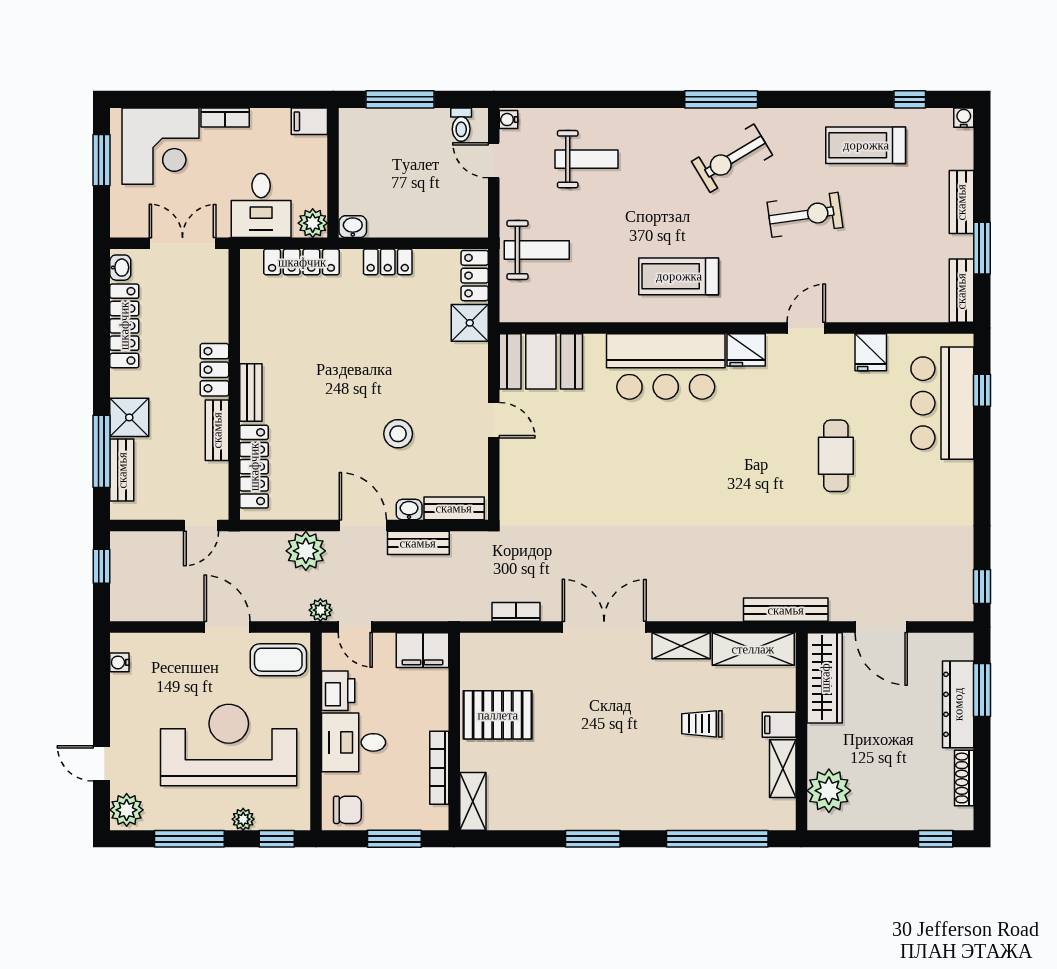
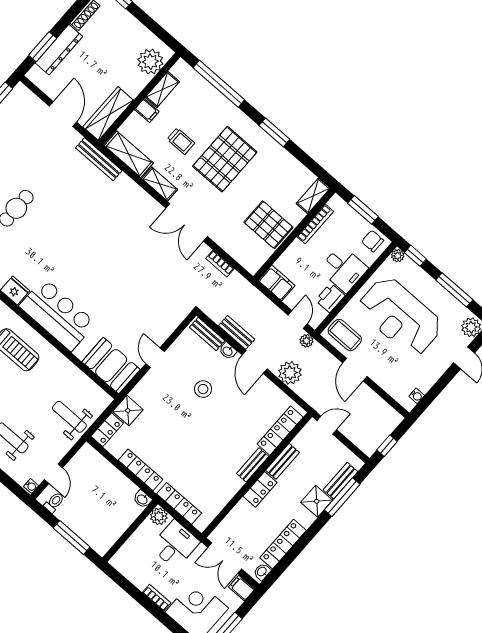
filing cabinet: (309, 121) -> (242, 588), moved, turned 180
locker: (388, 262) -> (141, 470), width x1.53
pallet: (626, 750) -> (225, 159), added
plant: (243, 819) -> (398, 256), moved

